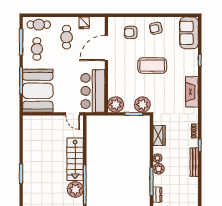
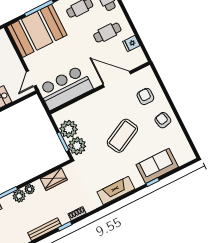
sofa: (189, 33) -> (157, 166), moved
coffee table: (152, 66) -> (122, 136), turned 63
plant: (116, 105) -> (69, 129), moved

